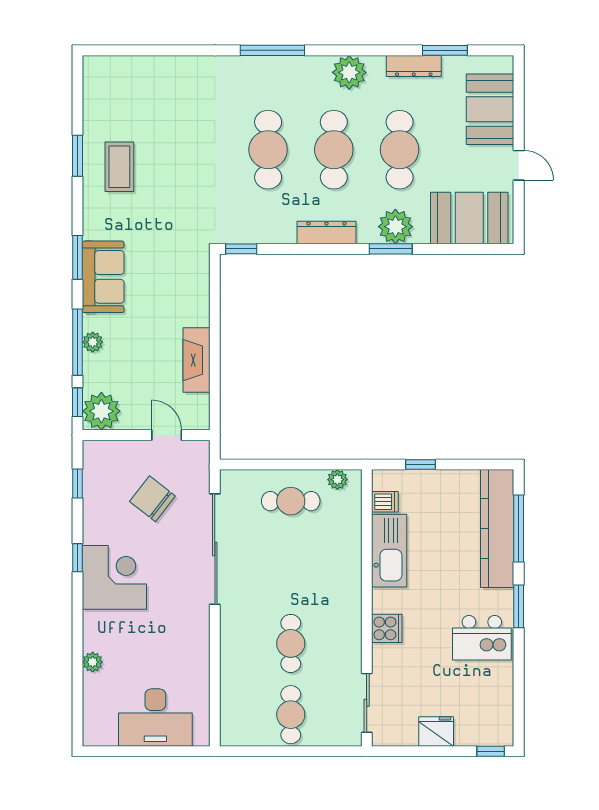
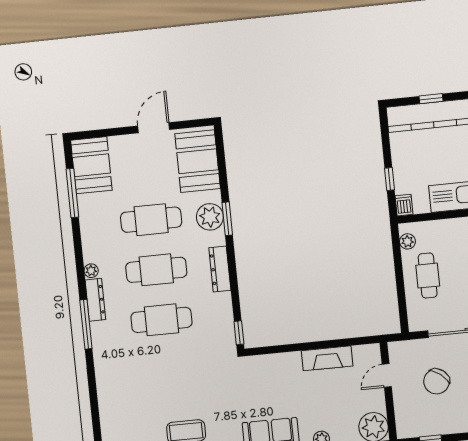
window: (445, 50) -> (72, 193), width x1.44
dresser: (414, 66) -> (95, 300), moved
plant: (349, 72) -> (91, 271), width x0.53, depth x0.53
booth: (490, 109) -> (91, 165), moved, turned 90
door: (519, 165) -> (154, 128), width x1.37
dishwasher: (385, 502) -> (404, 205), moved
window: (519, 529) -> (431, 99), width x0.46

